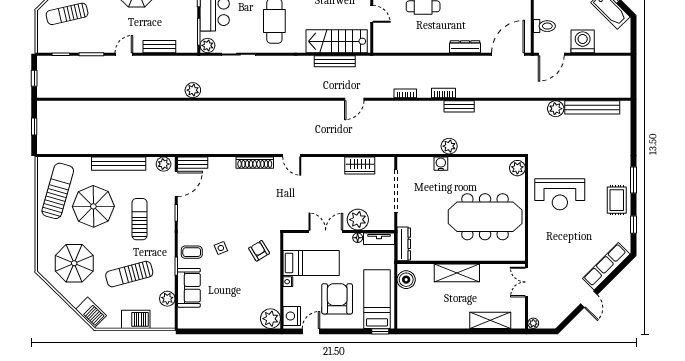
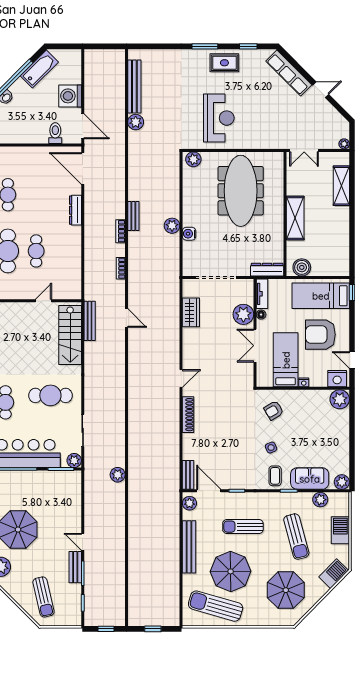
bench: (159, 47) -> (75, 567), moved
bench: (335, 61) -> (90, 321), moved
plant: (185, 321) -> (342, 482), added

